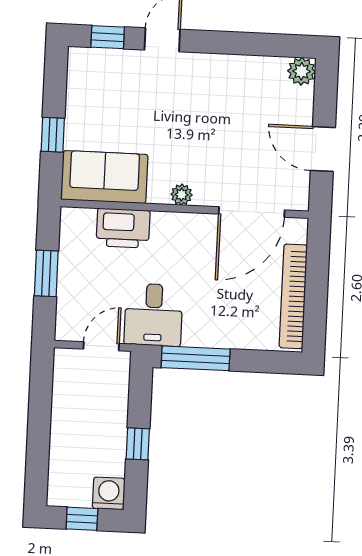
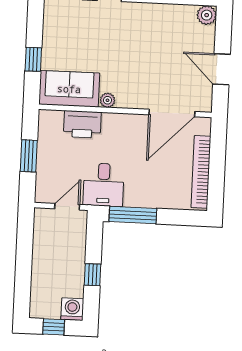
plant: (182, 195) -> (107, 100), moved

